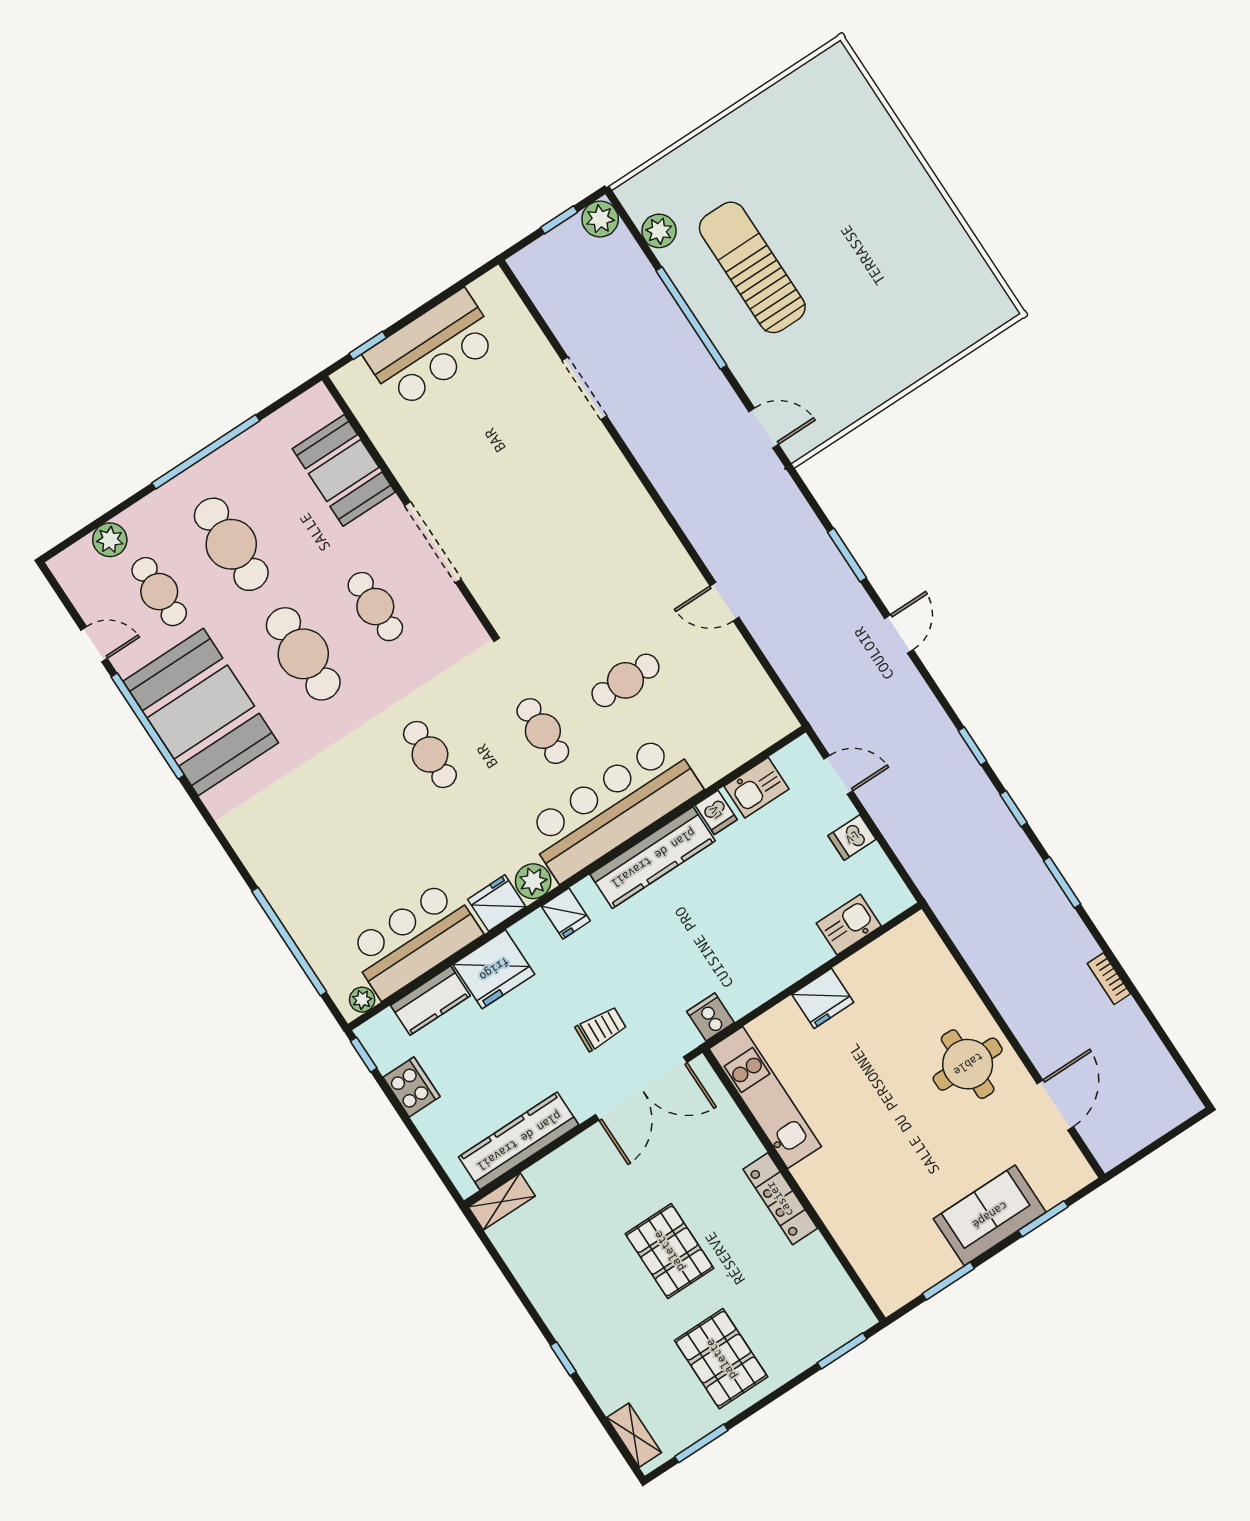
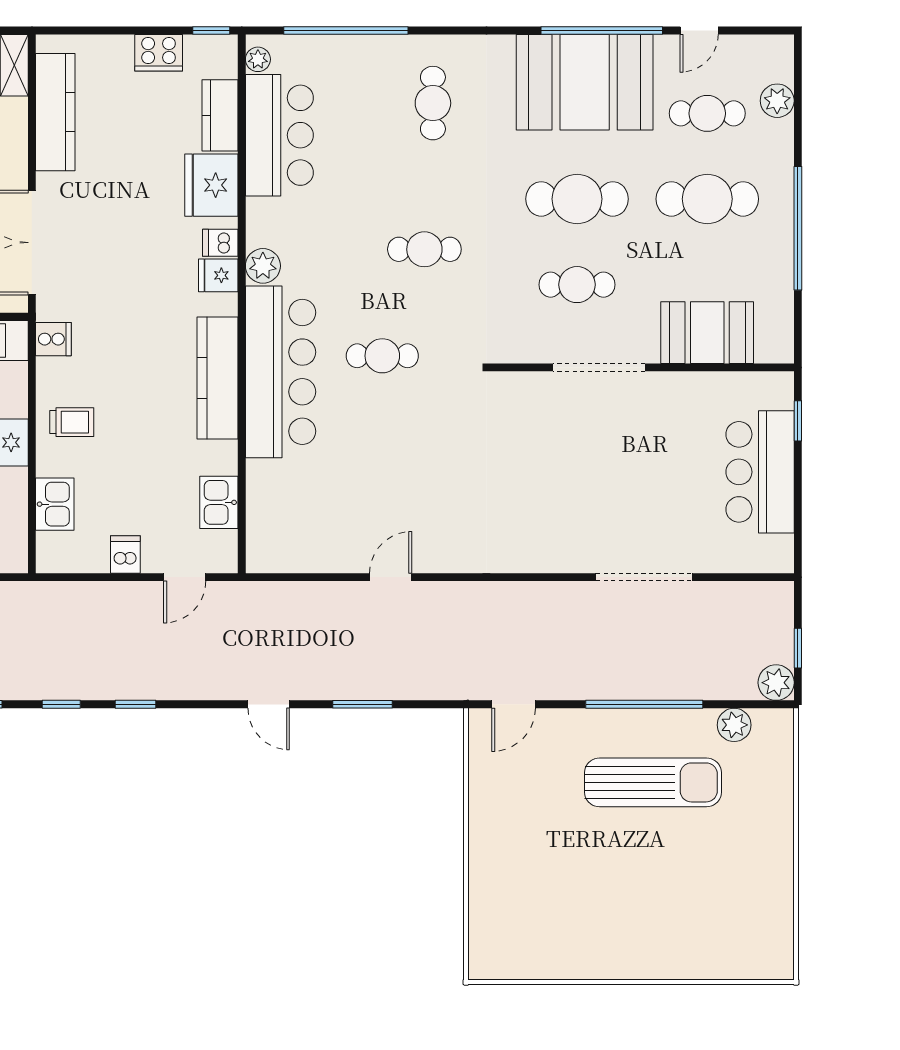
doorway: (584, 388) -> (644, 577), width x1.36
cafe table: (625, 680) -> (433, 103), moved
dishwasher: (716, 812) -> (220, 243), moved
fridge: (497, 903) -> (265, 224), removed
trolley: (601, 1028) -> (72, 422), moved, turned -93

